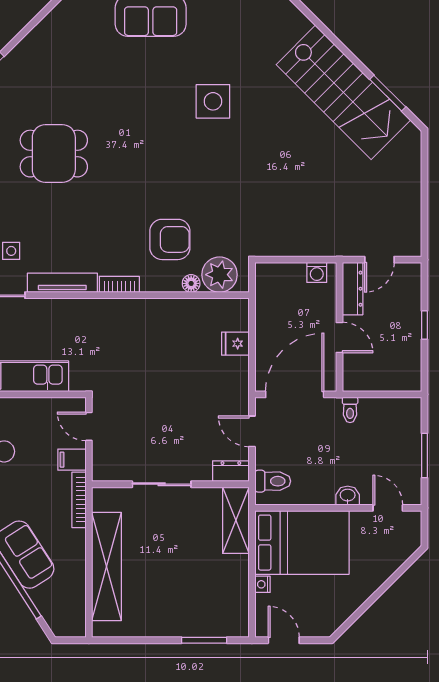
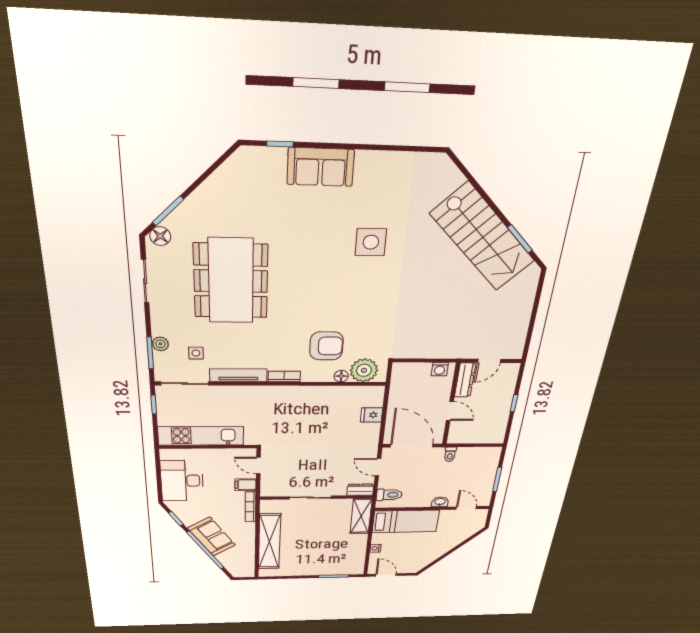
dining table: (54, 154) -> (231, 281), width x1.88, depth x1.24
door: (295, 394) -> (412, 446), hinge flipped
bed: (302, 543) -> (406, 521), width x0.67

